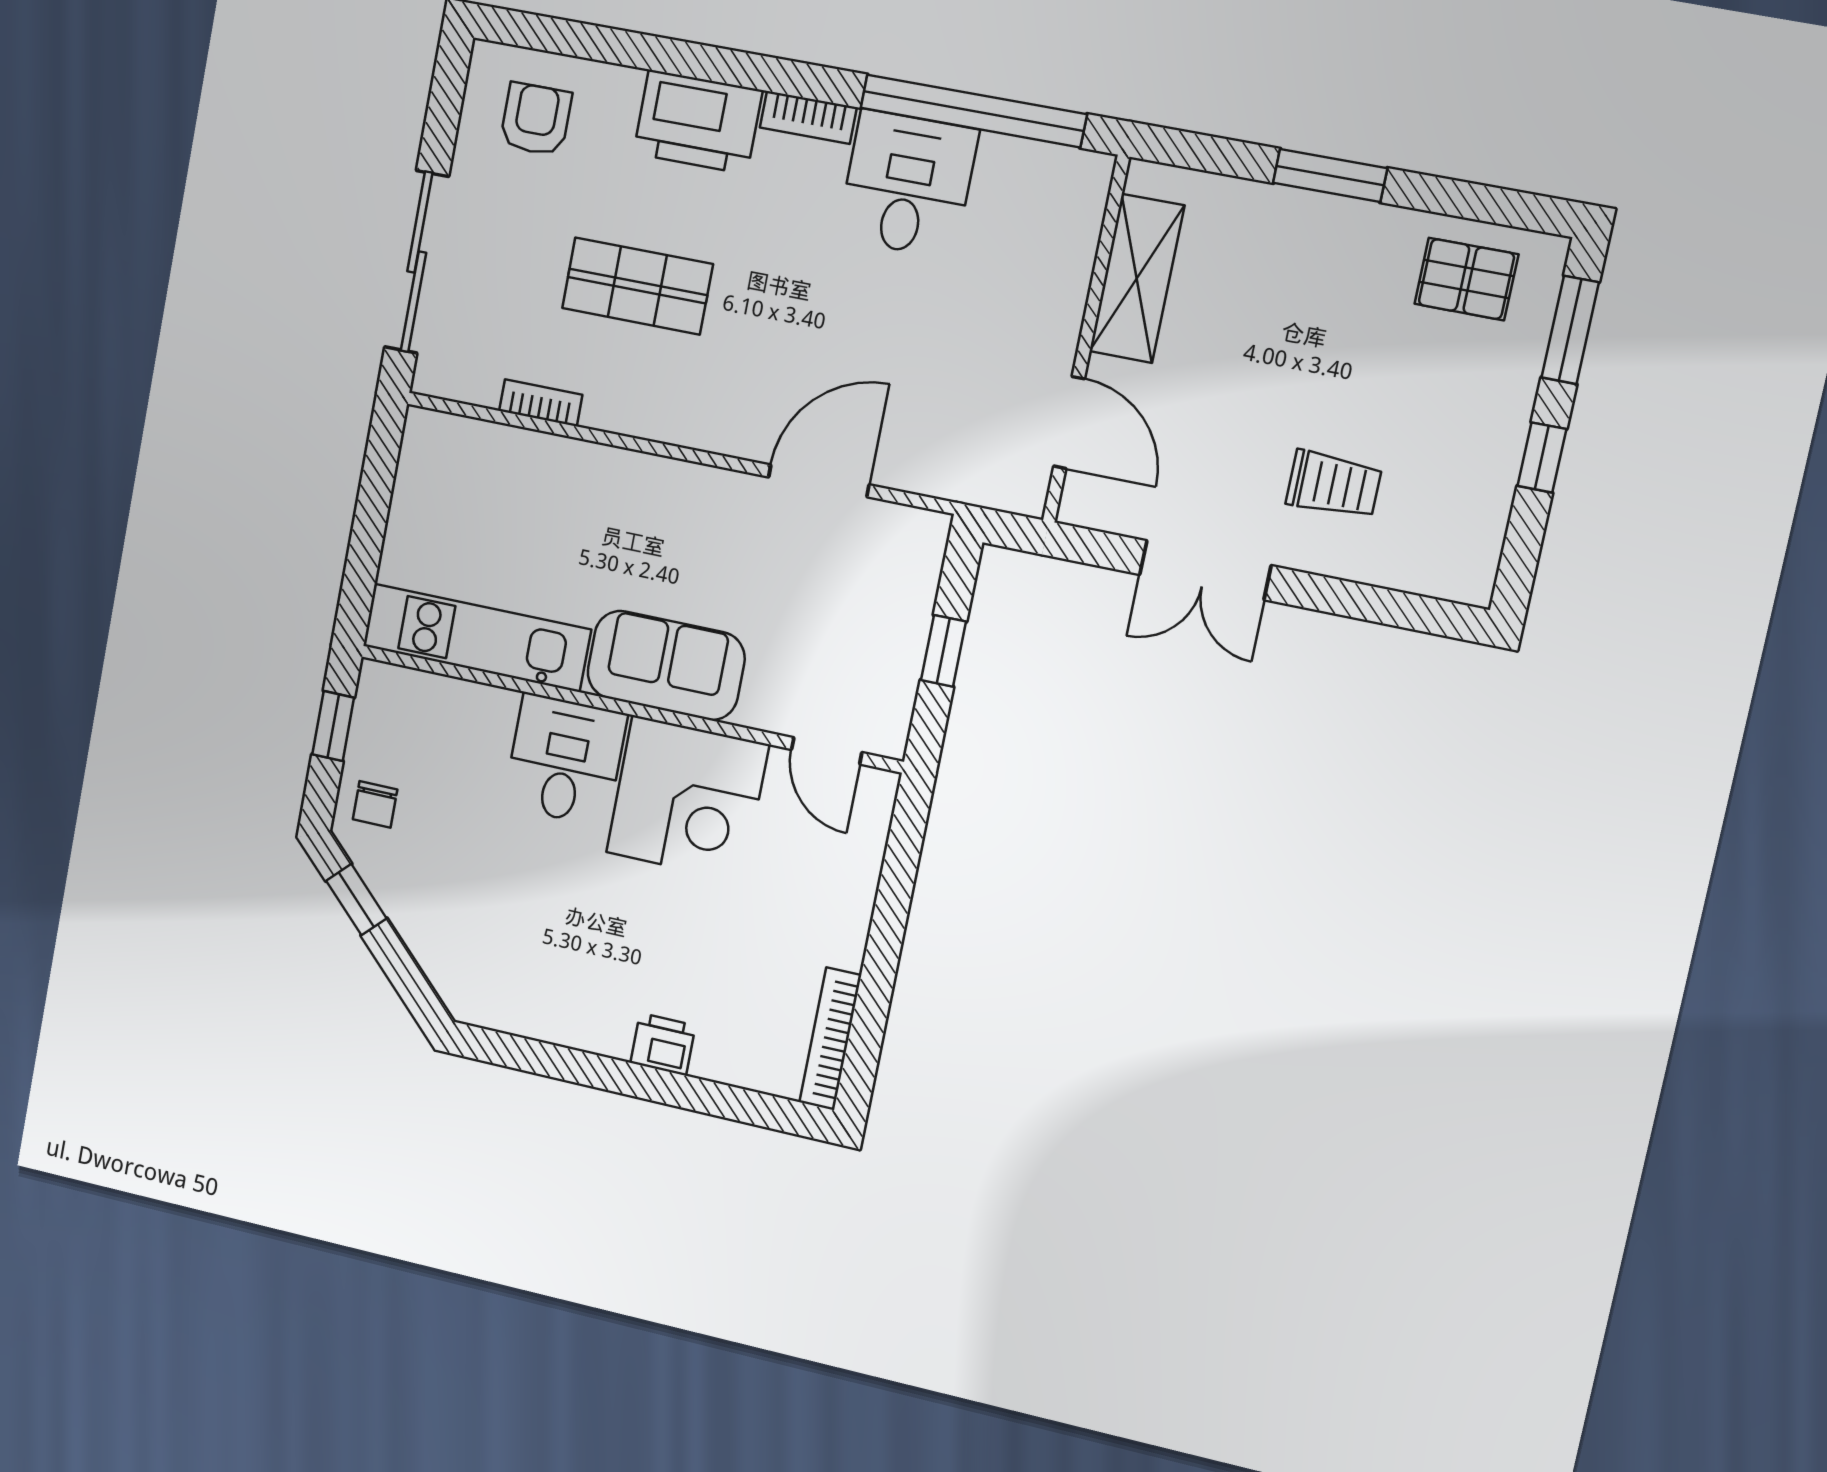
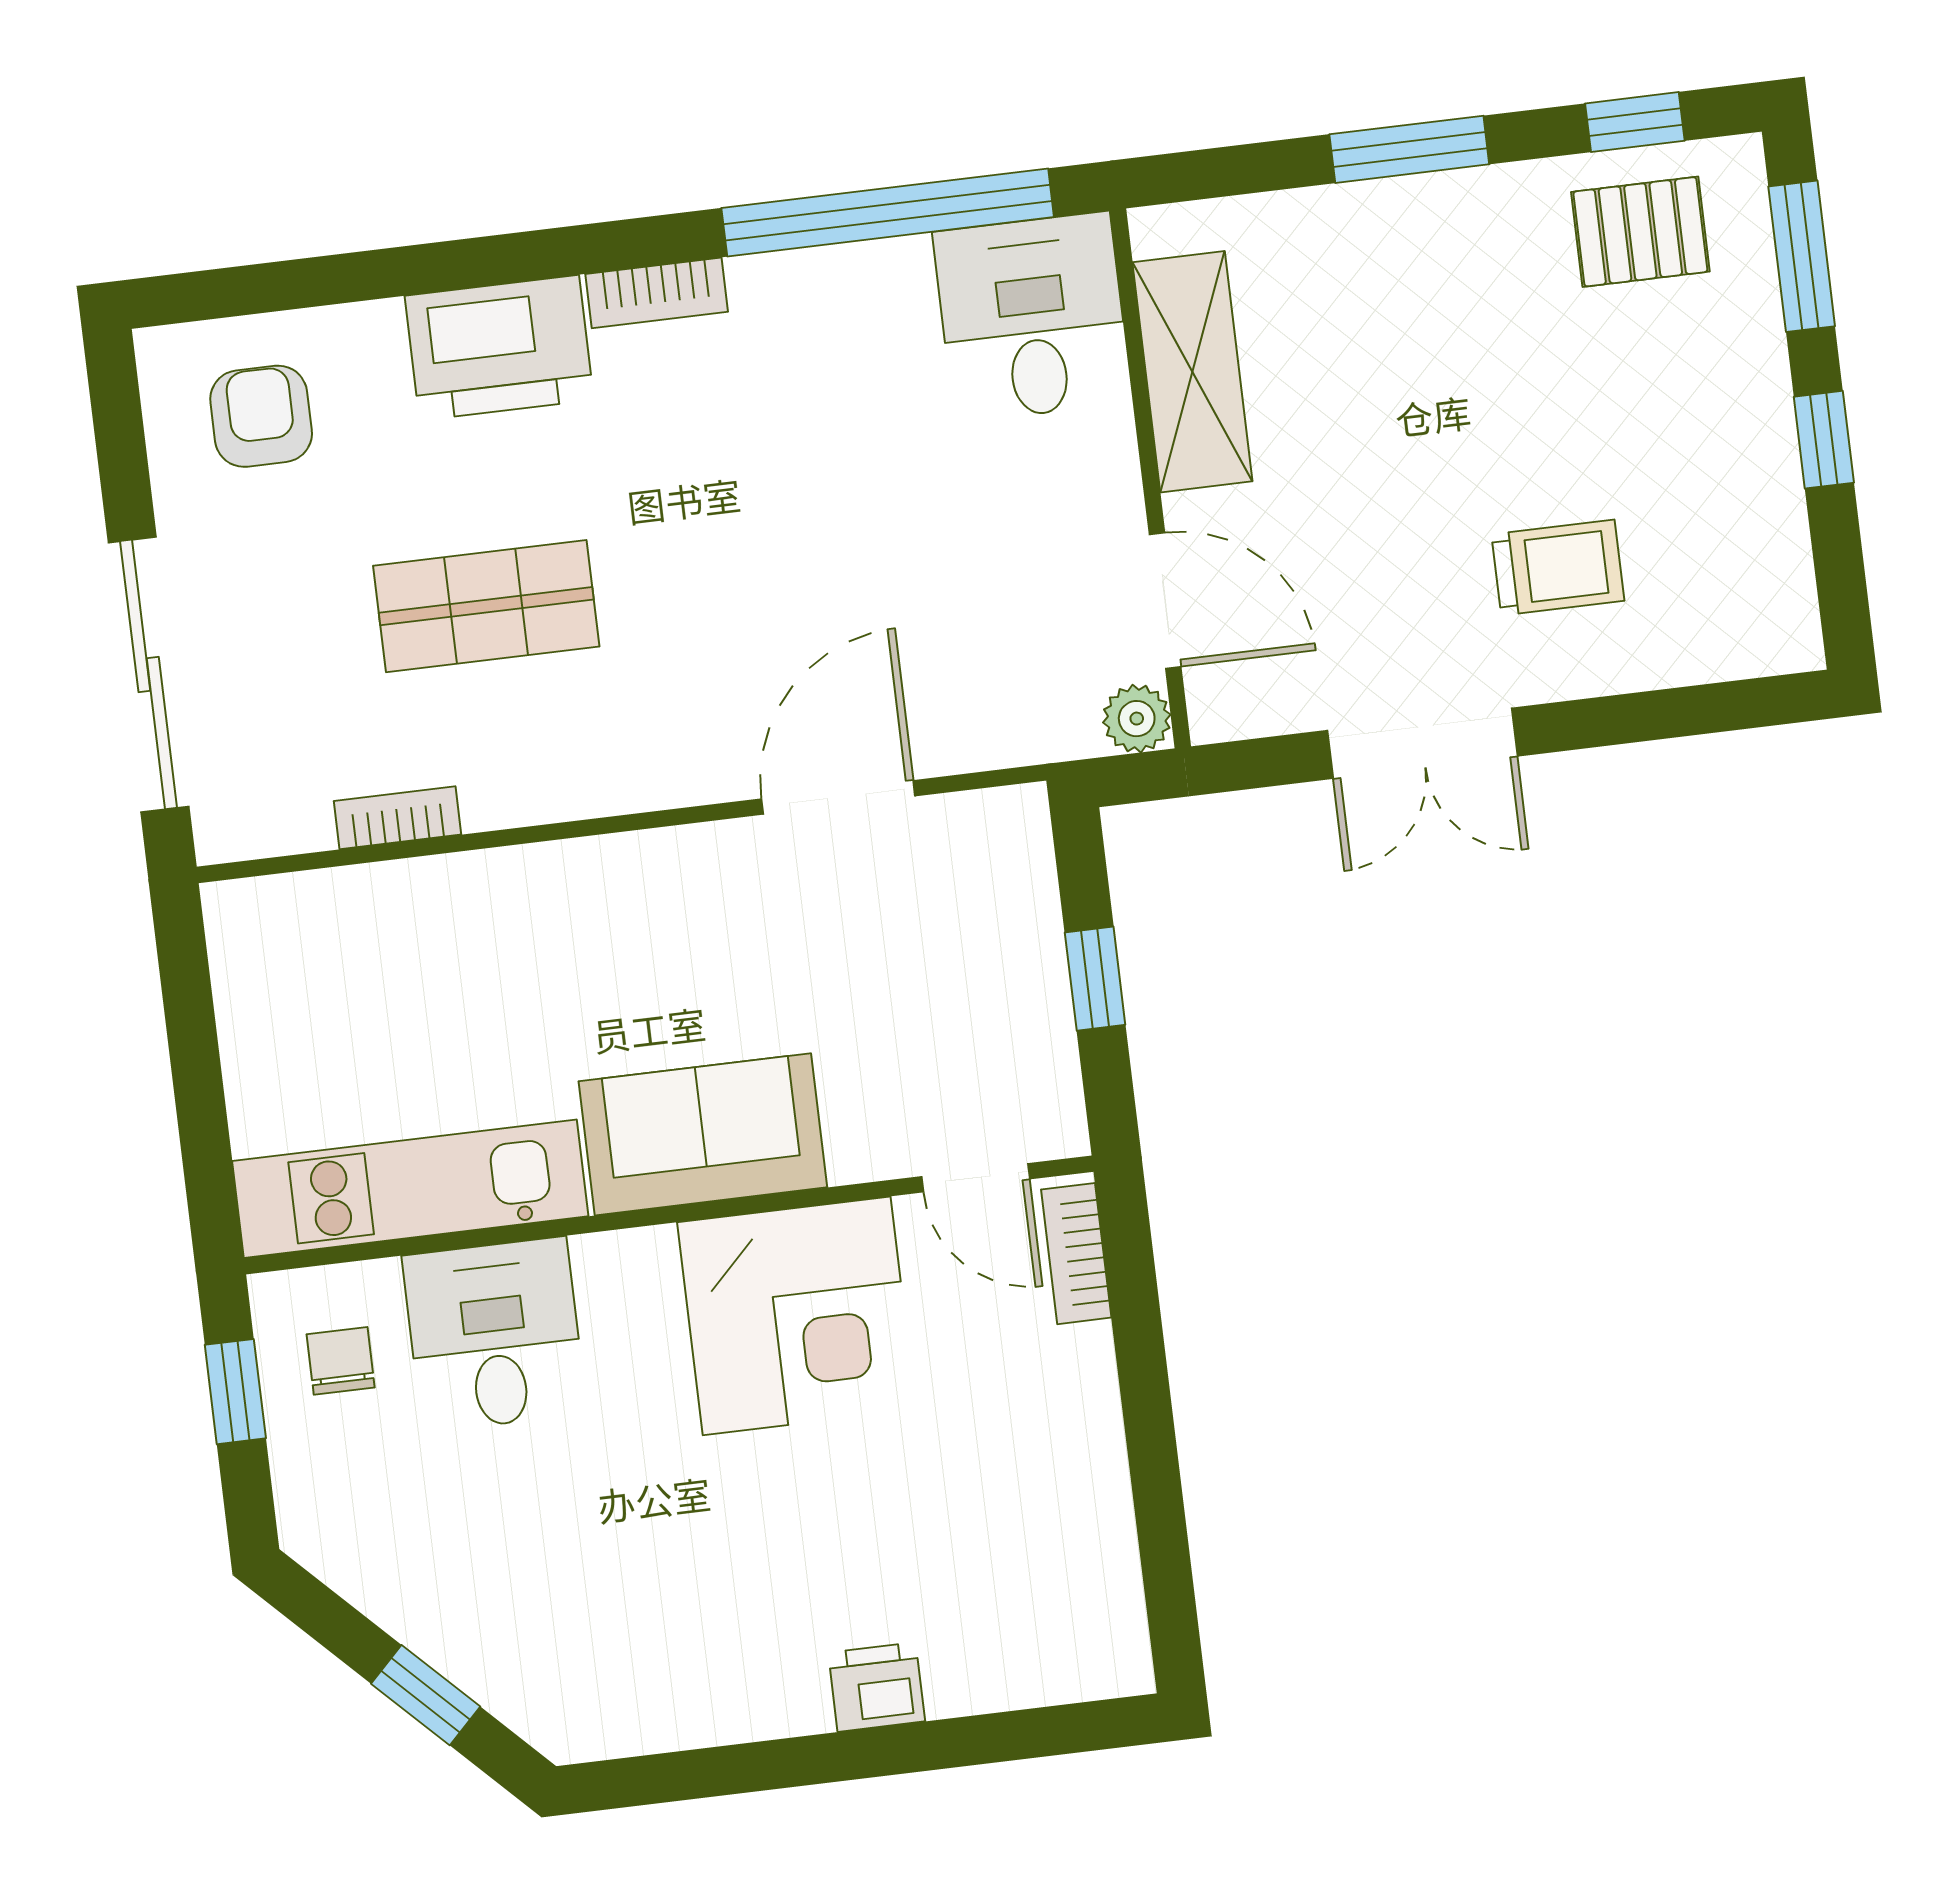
desk: (908, 184) -> (1032, 317), moved
window: (1488, 204) -> (1635, 122), added
plant: (1025, 493) -> (1137, 719), added
desk: (565, 760) -> (495, 1335), moved
chair: (375, 804) -> (341, 1361), moved, turned 180
window: (356, 900) -> (426, 1695), moved
bookcase: (830, 1039) -> (1076, 1254), moved, width x0.64

